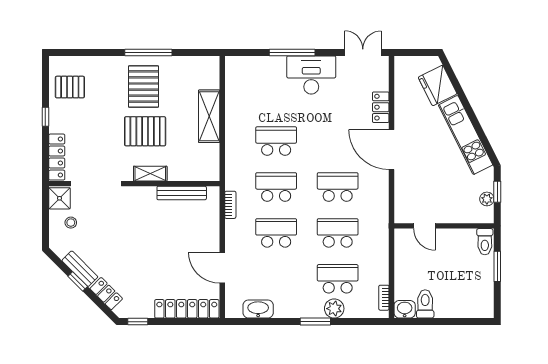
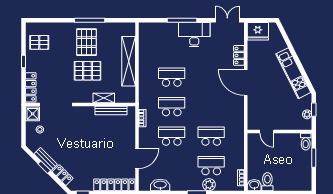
fridge: (438, 86) -> (258, 31), moved, turned -63
shelving: (209, 116) -> (129, 61), width x1.47
shelving: (150, 174) -> (104, 98), moved
school desk: (338, 187) -> (211, 107), removed
door: (222, 268) -> (137, 158), swing flipped

